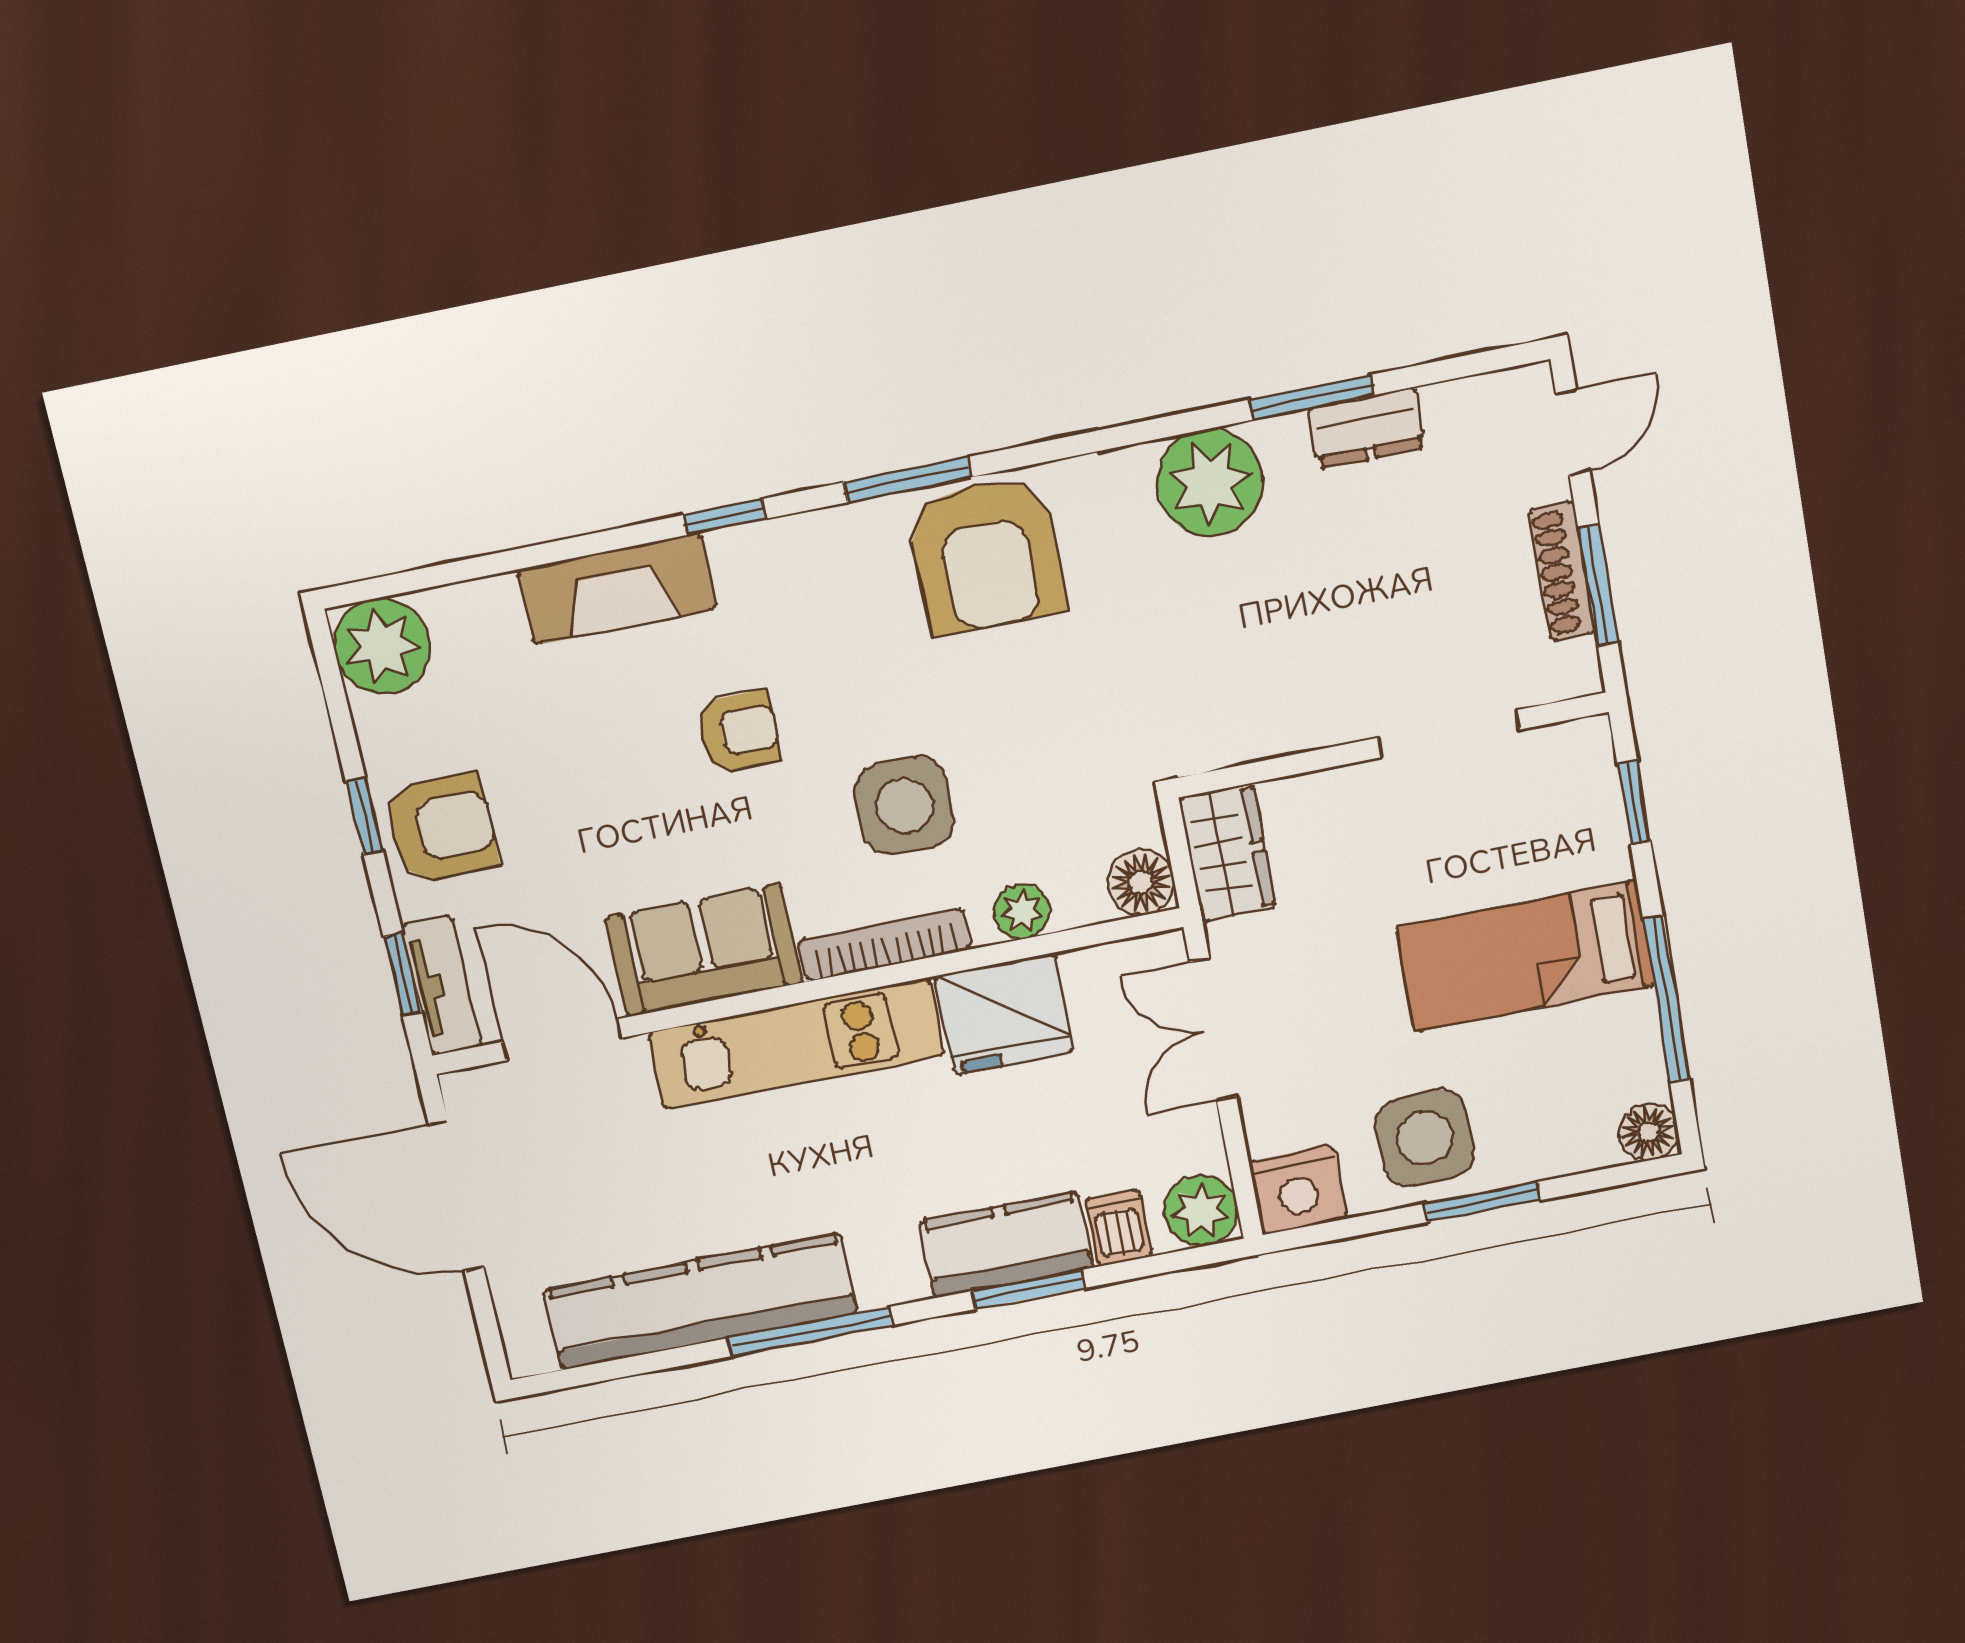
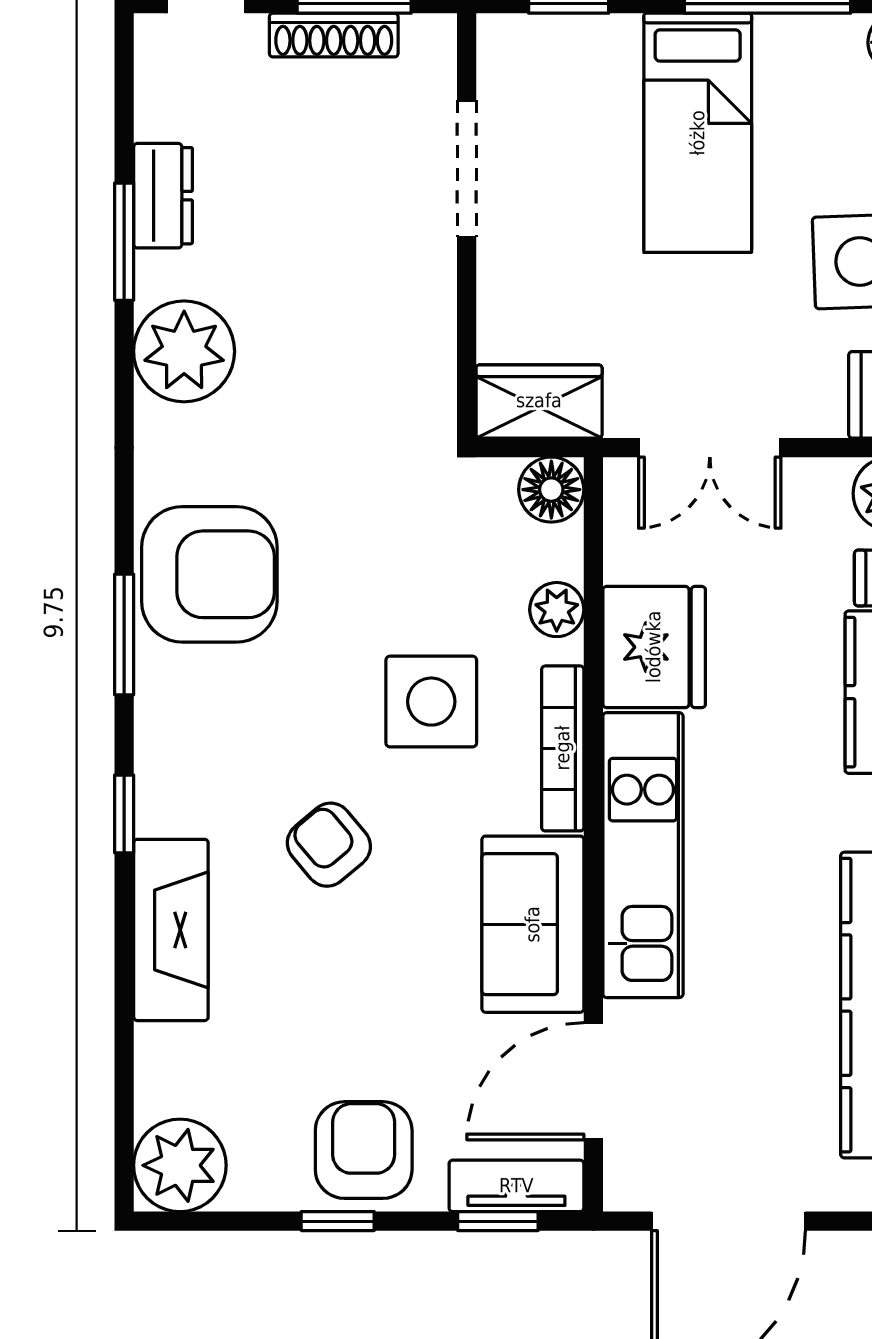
armchair: (739, 732) -> (329, 845), turned -40

